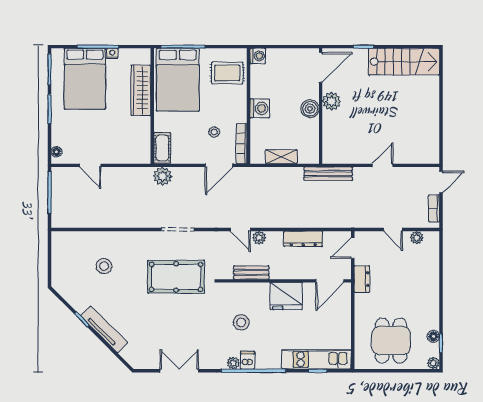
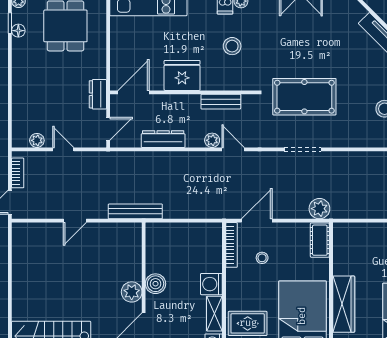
shelving: (281, 157) -> (214, 314), moved, turned 90

